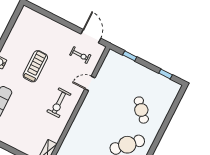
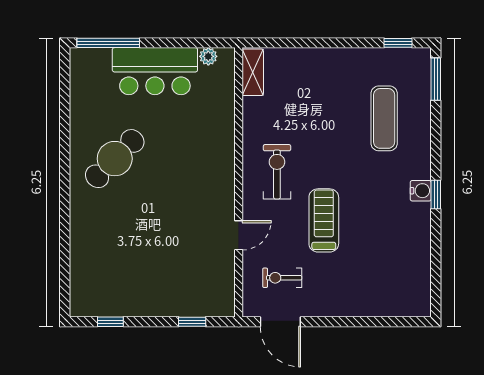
treadmill: (35, 66) -> (324, 220), moved, turned 180
cafe table: (141, 110) -> (121, 234), removed

